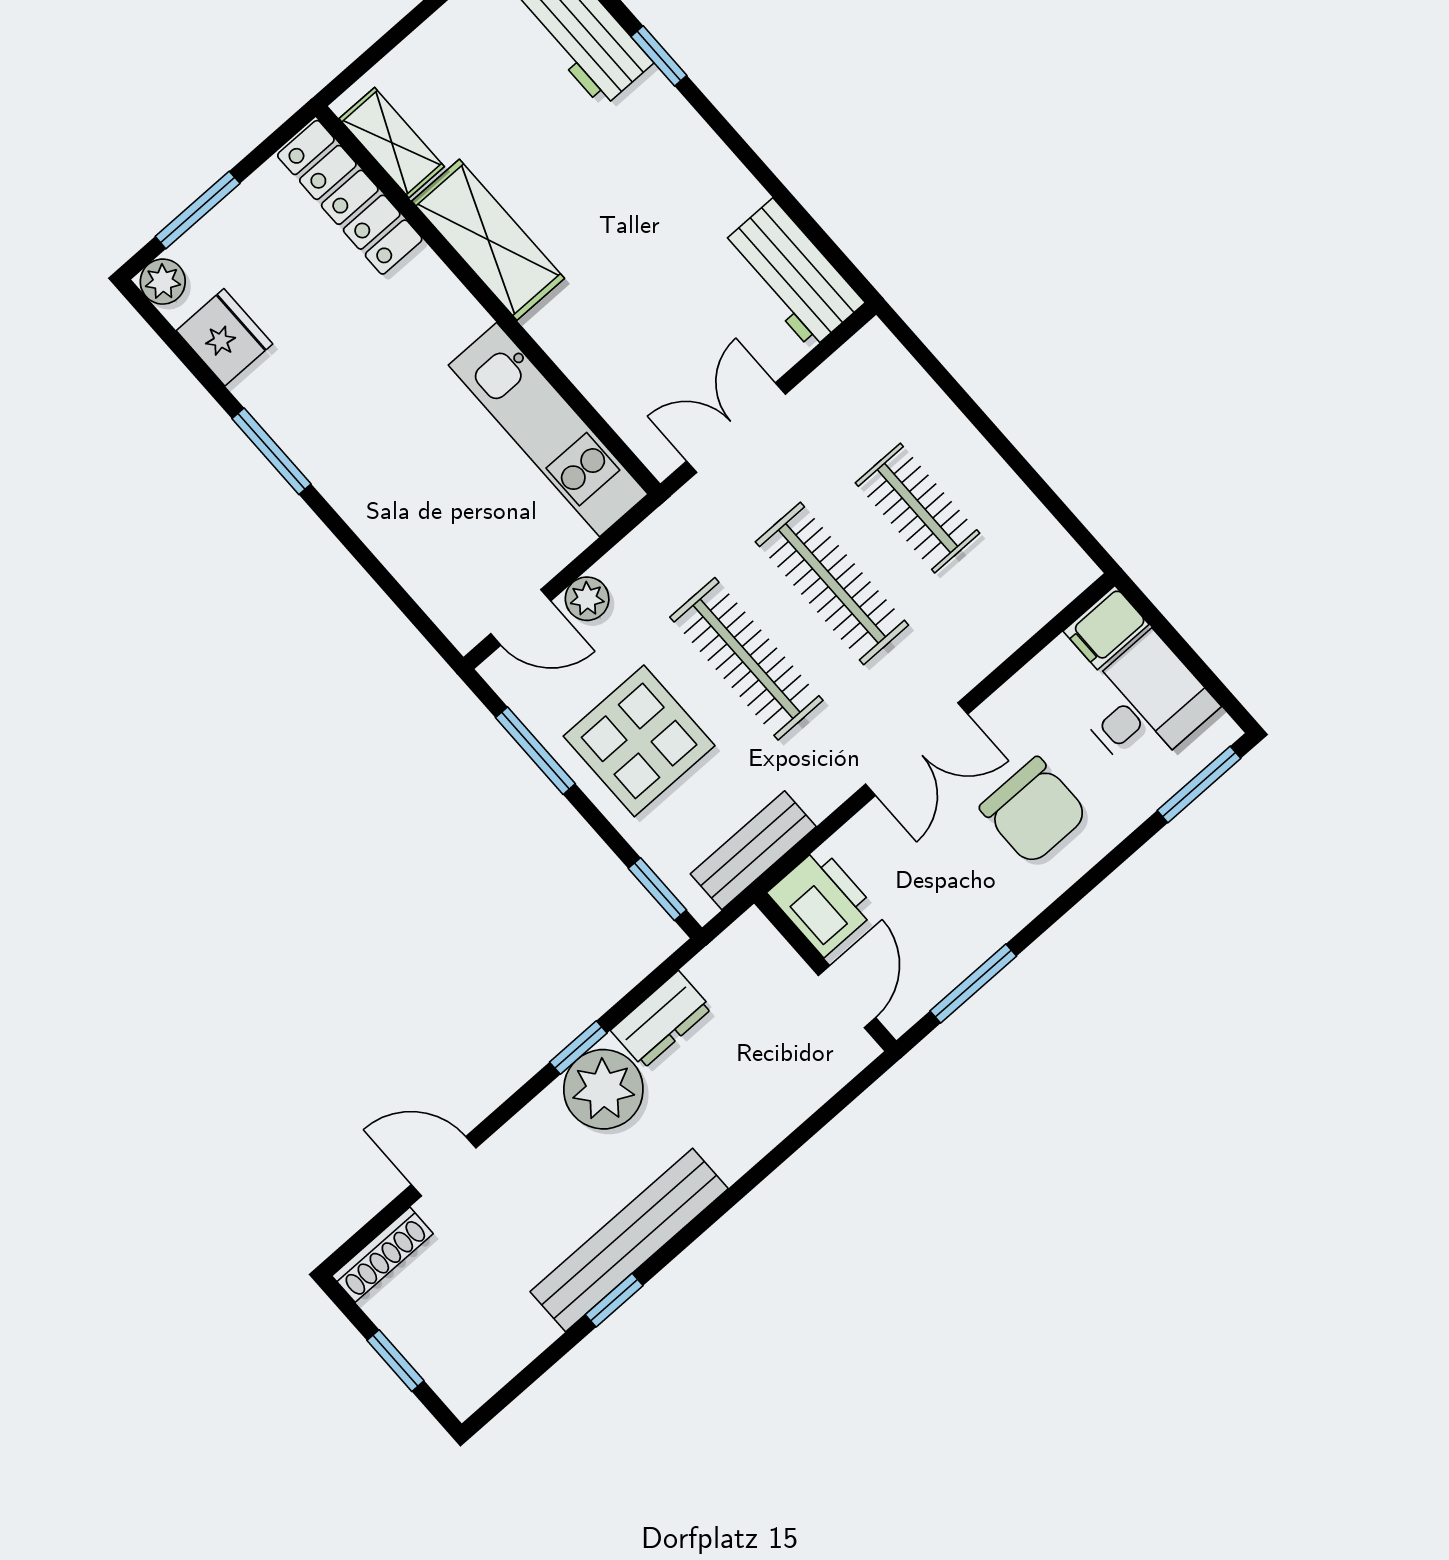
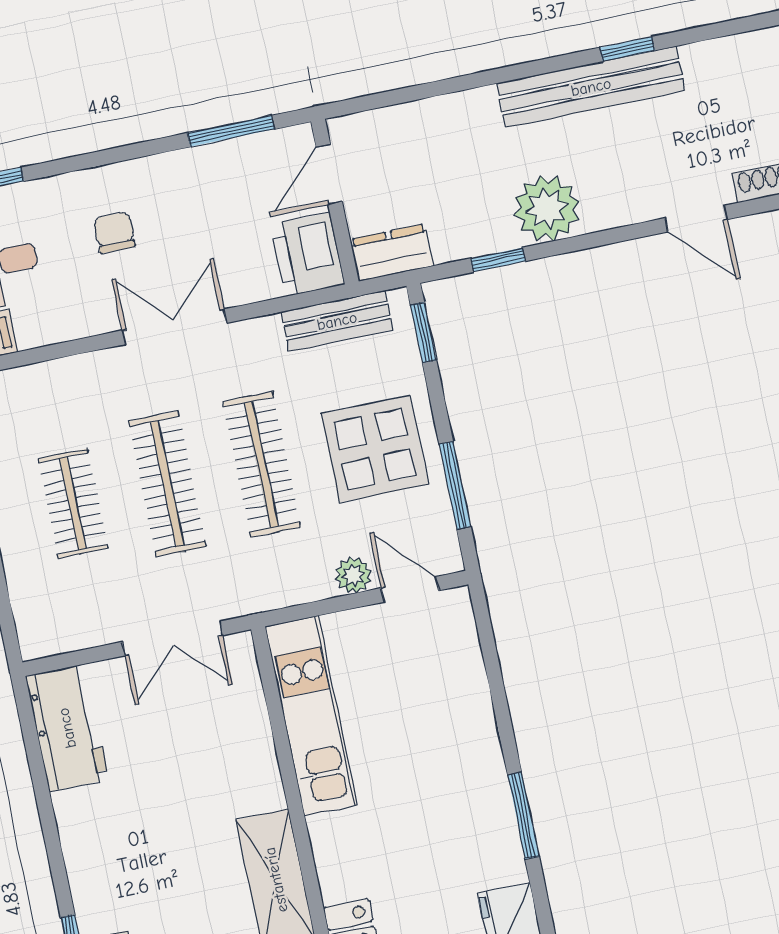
chair: (1034, 811) -> (114, 232), width x0.54, depth x0.54
dresser: (661, 1019) -> (392, 253), moved
window: (578, 1048) -> (498, 260), moved

